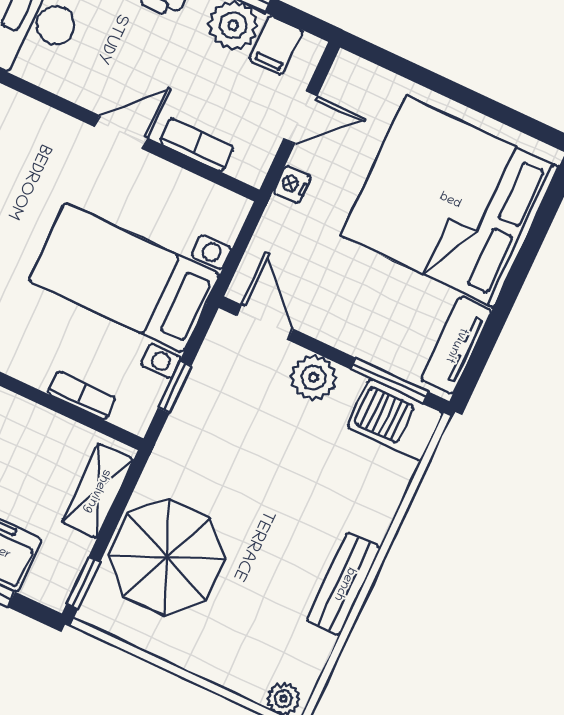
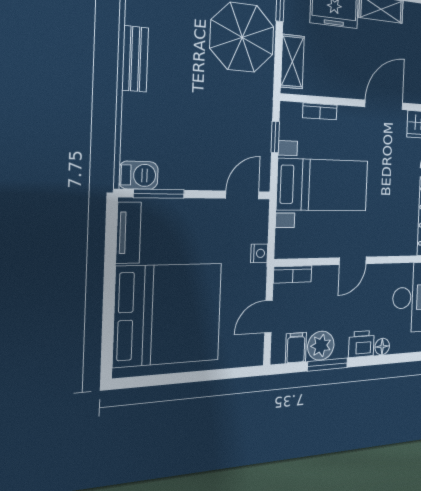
bookcase: (197, 145) -> (293, 274), moved
nightstand: (292, 184) -> (259, 253), moved
door: (265, 322) -> (242, 195), swing flipped
plant: (314, 377) -> (203, 176), removed
barbecue: (395, 420) -> (138, 175), width x0.73, depth x0.79

